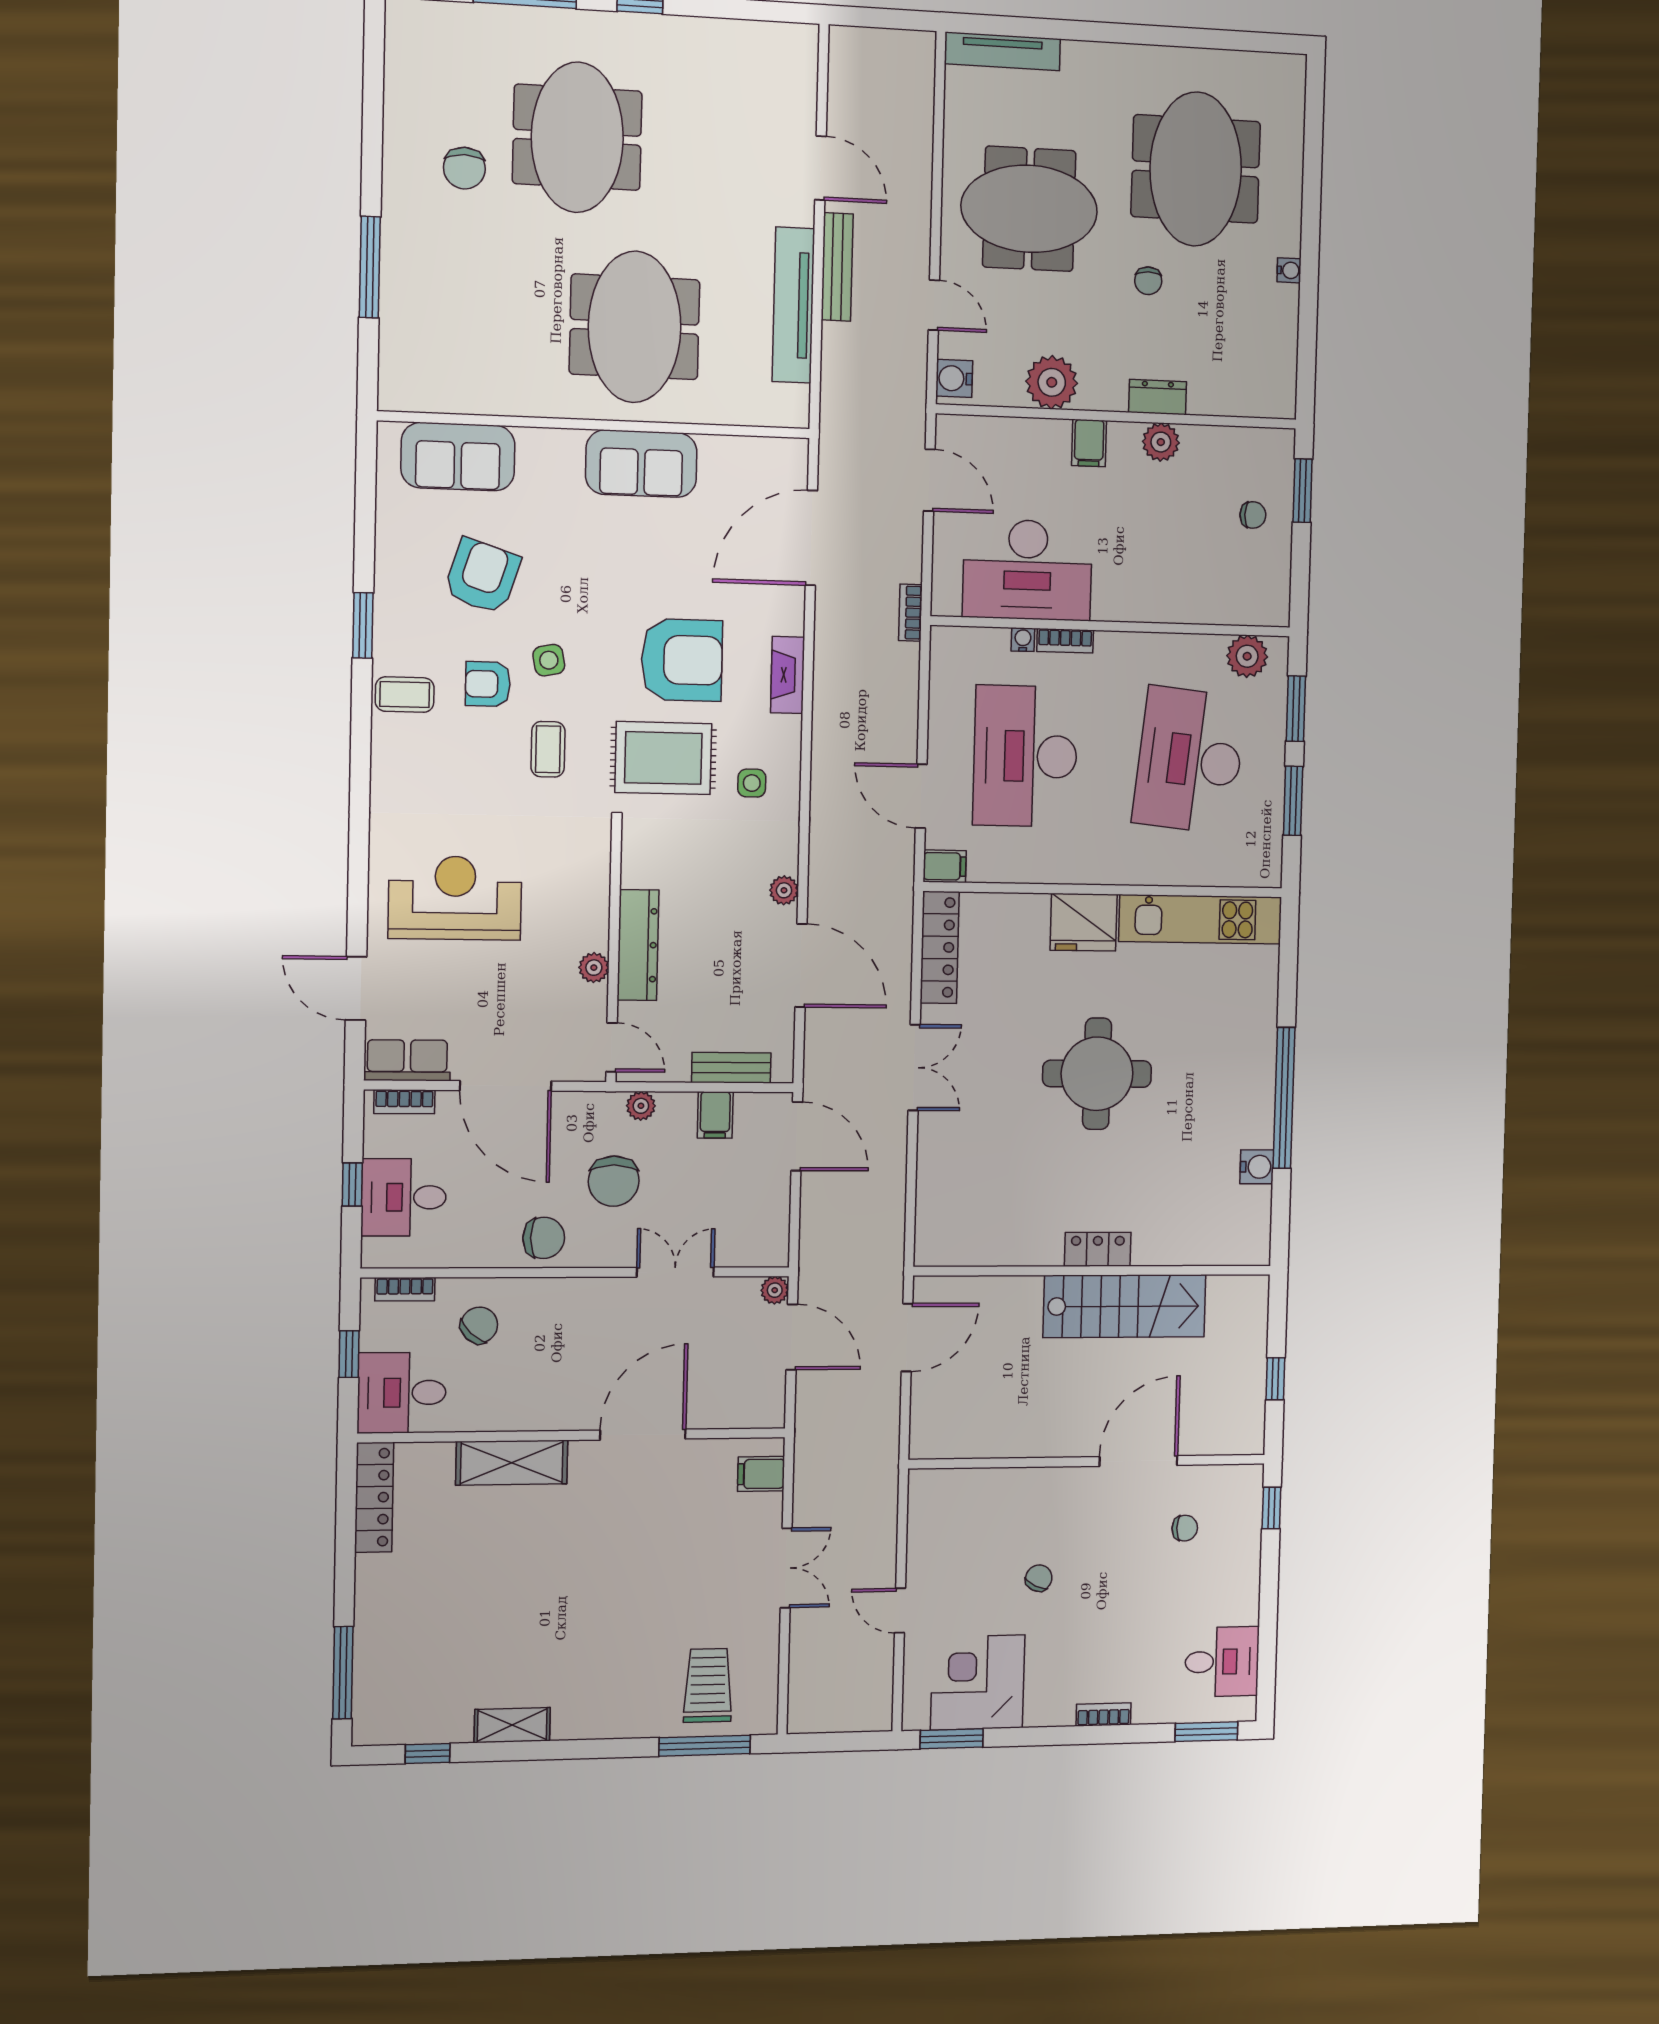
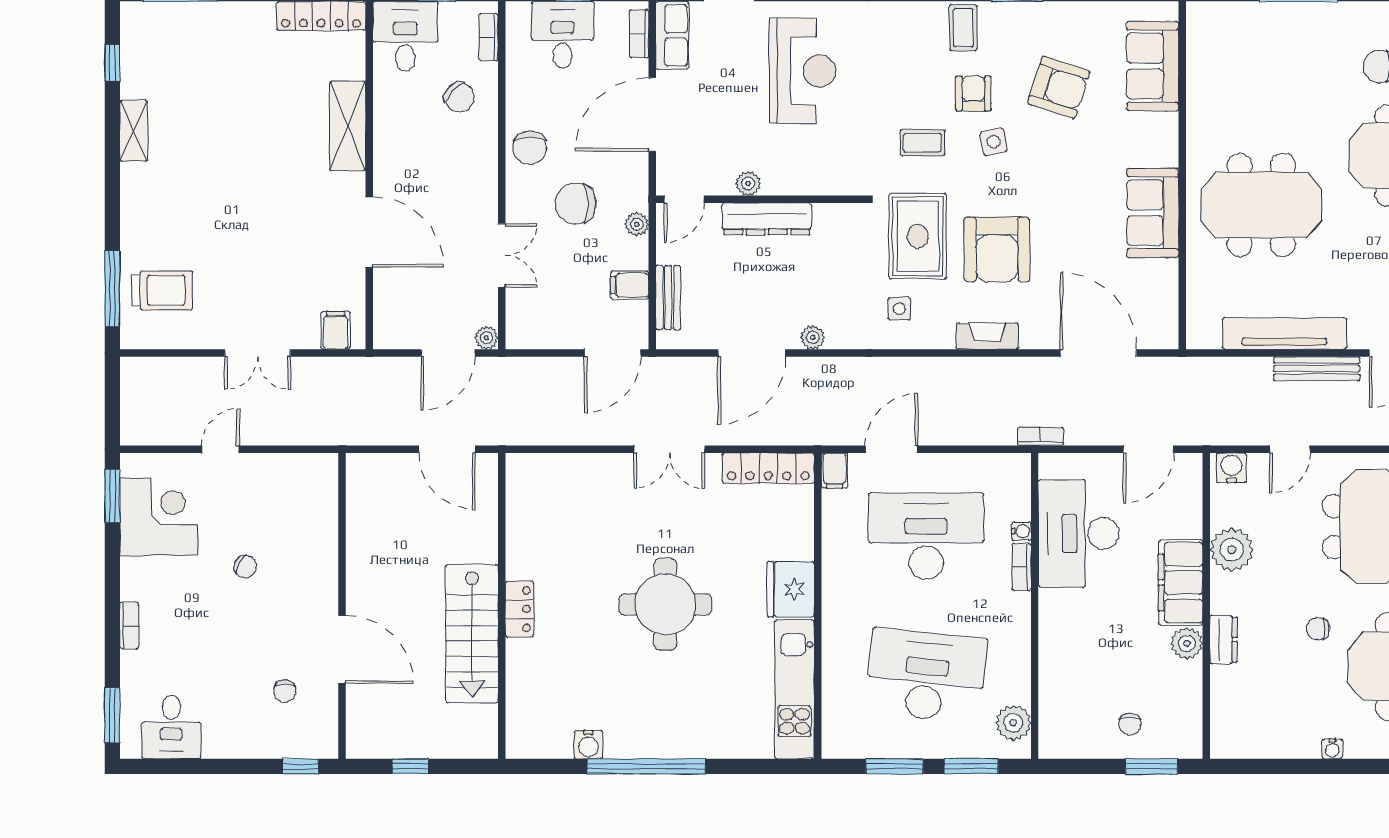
filing cabinet: (1089, 443) -> (1181, 582), width x3.00, depth x1.17

